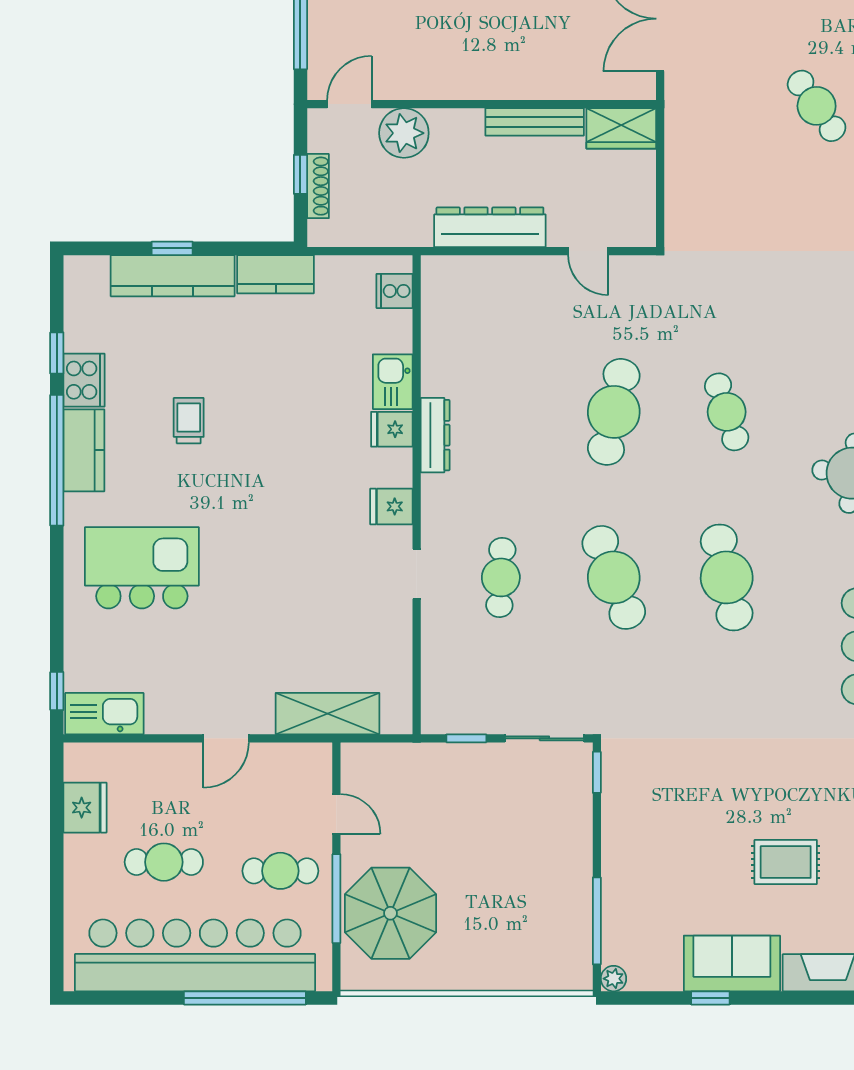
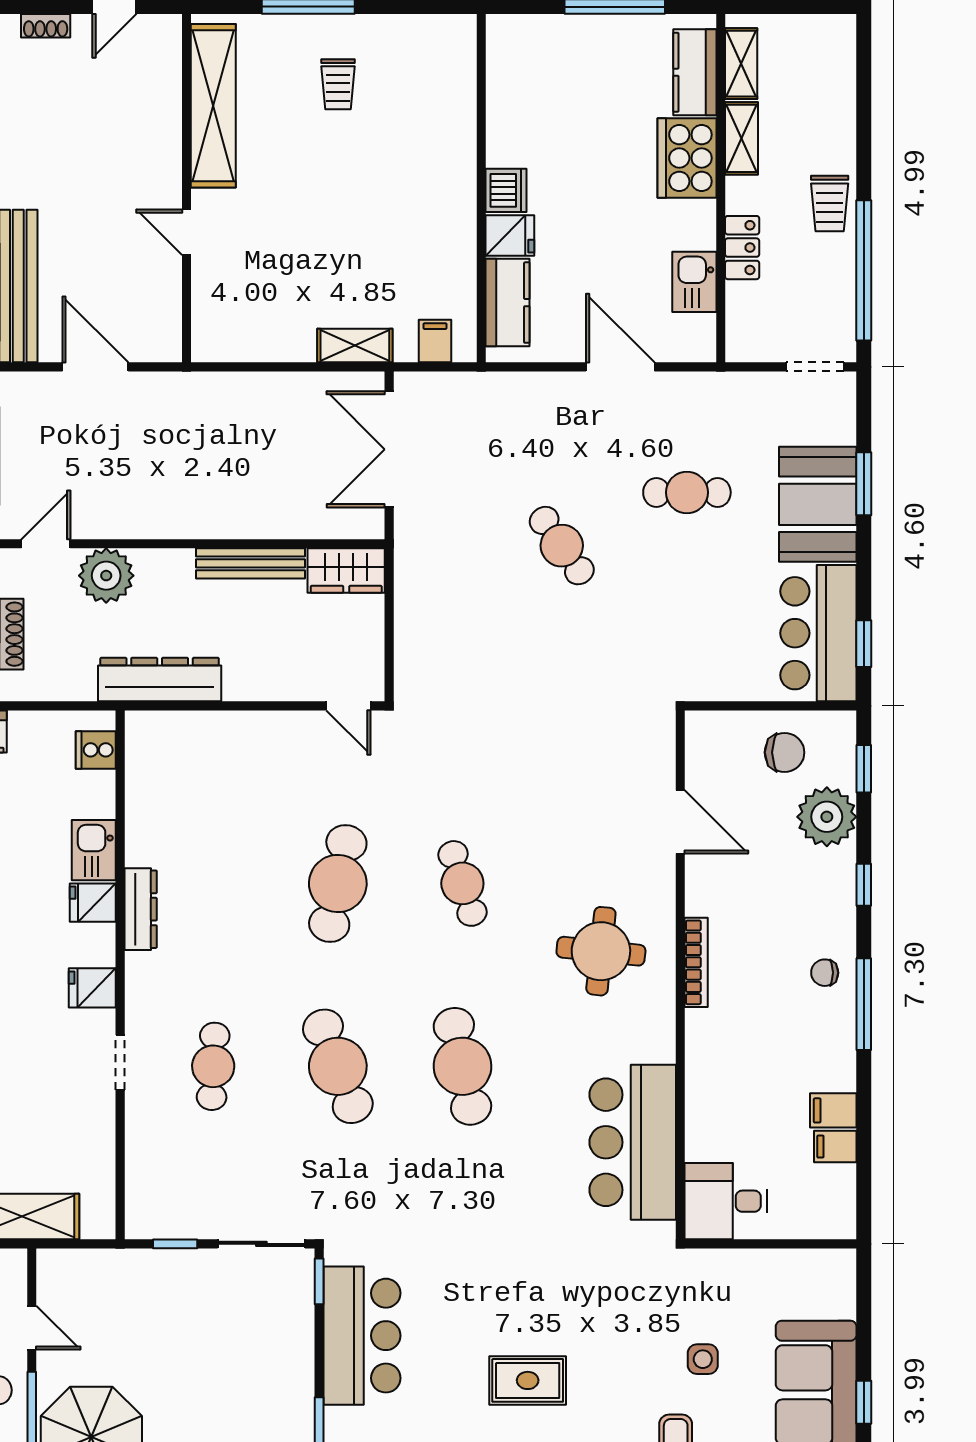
dresser: (490, 227) -> (160, 680), moved
door: (588, 251) -> (348, 706), moved
bar counter: (636, 821) -> (362, 1336), added

